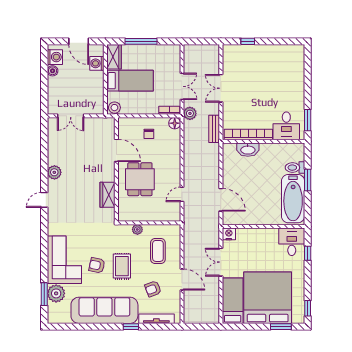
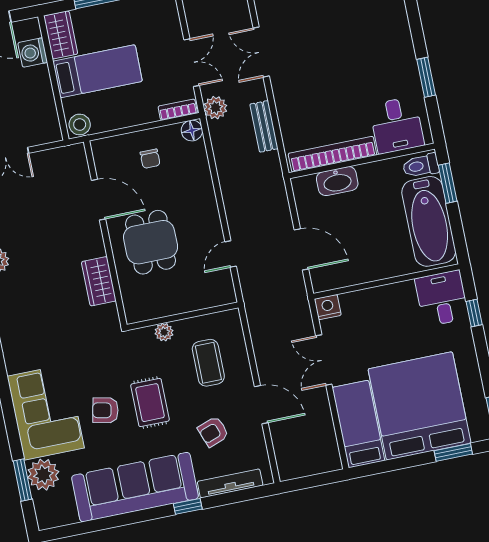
desk: (286, 126) -> (397, 125), moved
bookcase: (248, 135) -> (332, 154), moved
wall: (263, 141) -> (362, 161), moved
washbasin: (248, 150) -> (337, 181), moved

